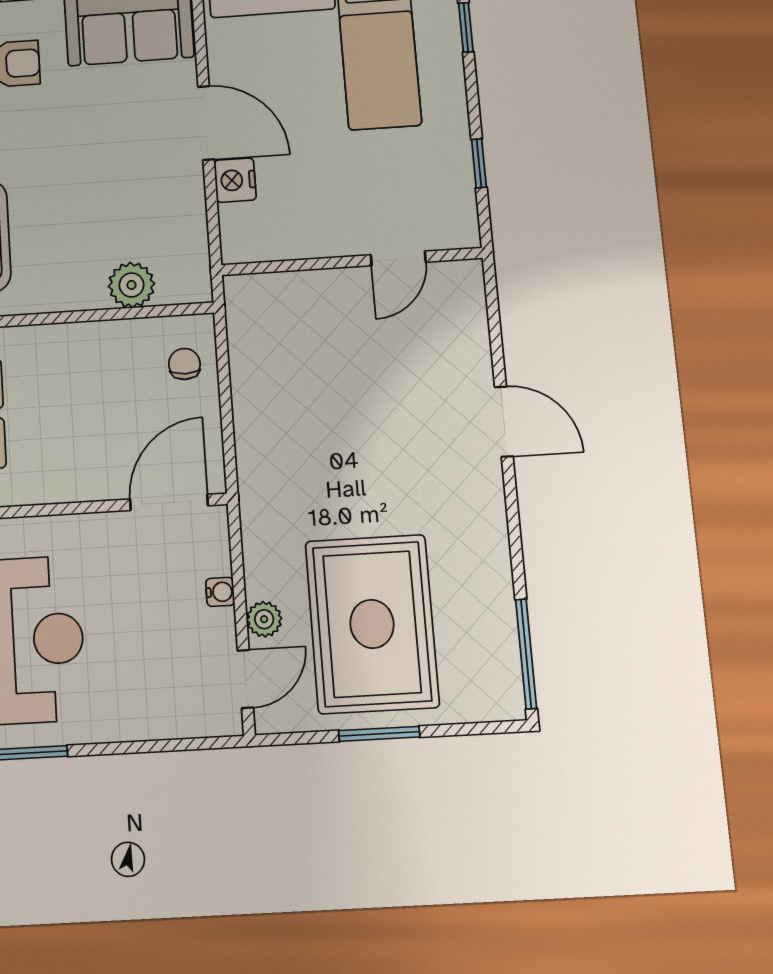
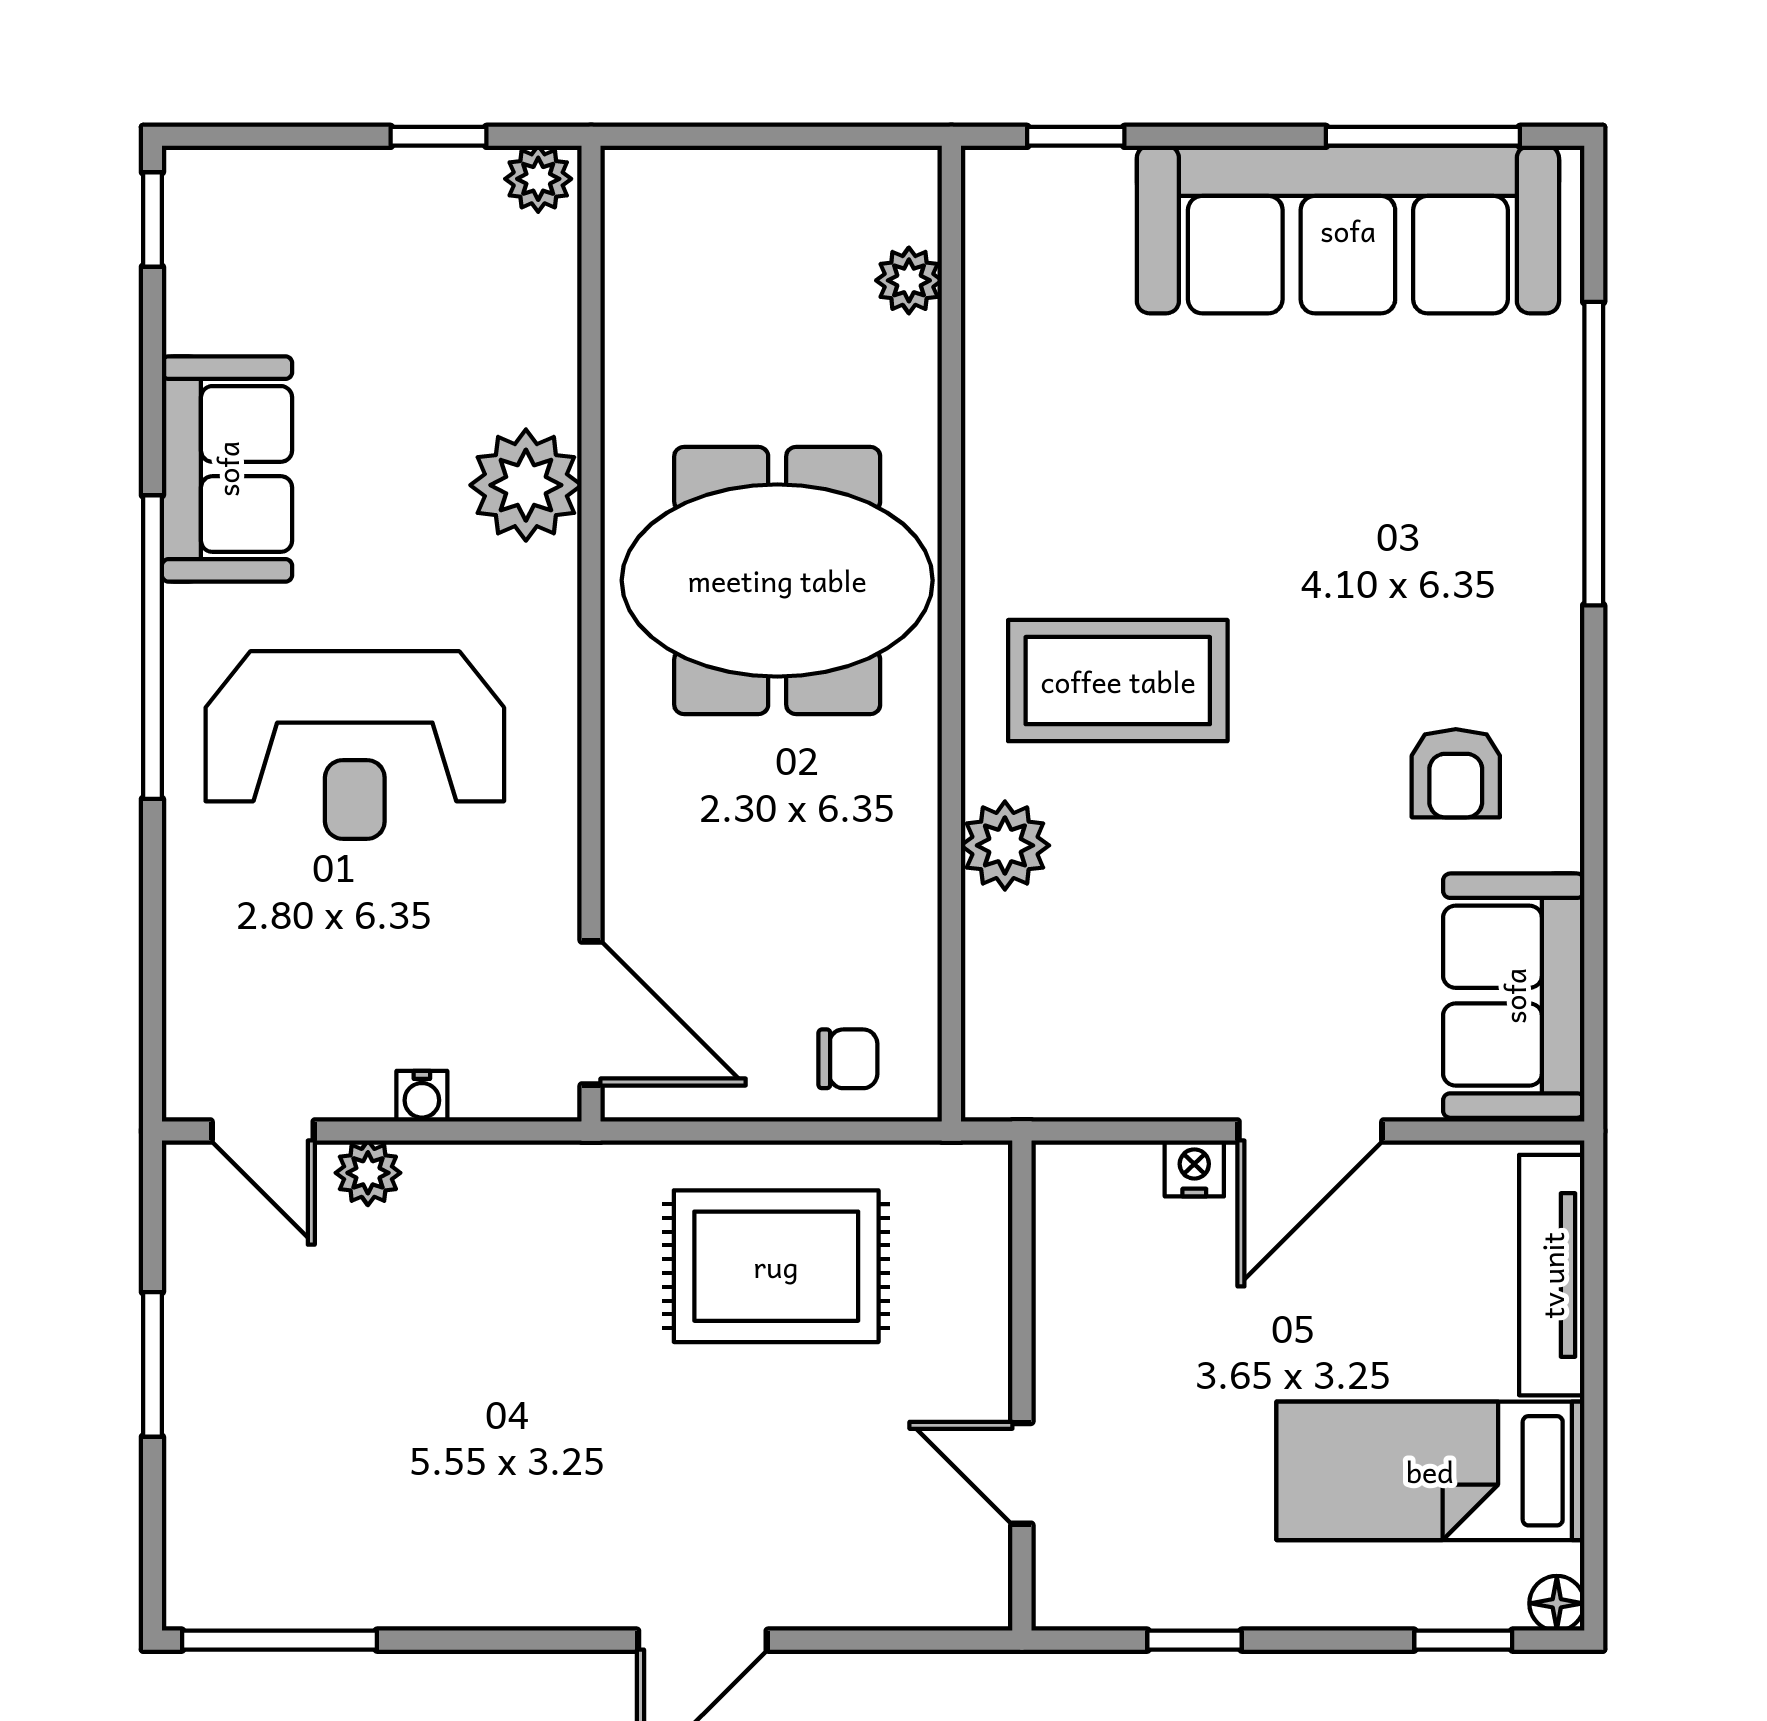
nightstand: (235, 180) -> (1194, 1168), width x0.72, depth x0.74
plant: (131, 285) -> (1005, 845), moved
rug: (372, 624) -> (776, 1266), moved, width x0.73, depth x0.69

